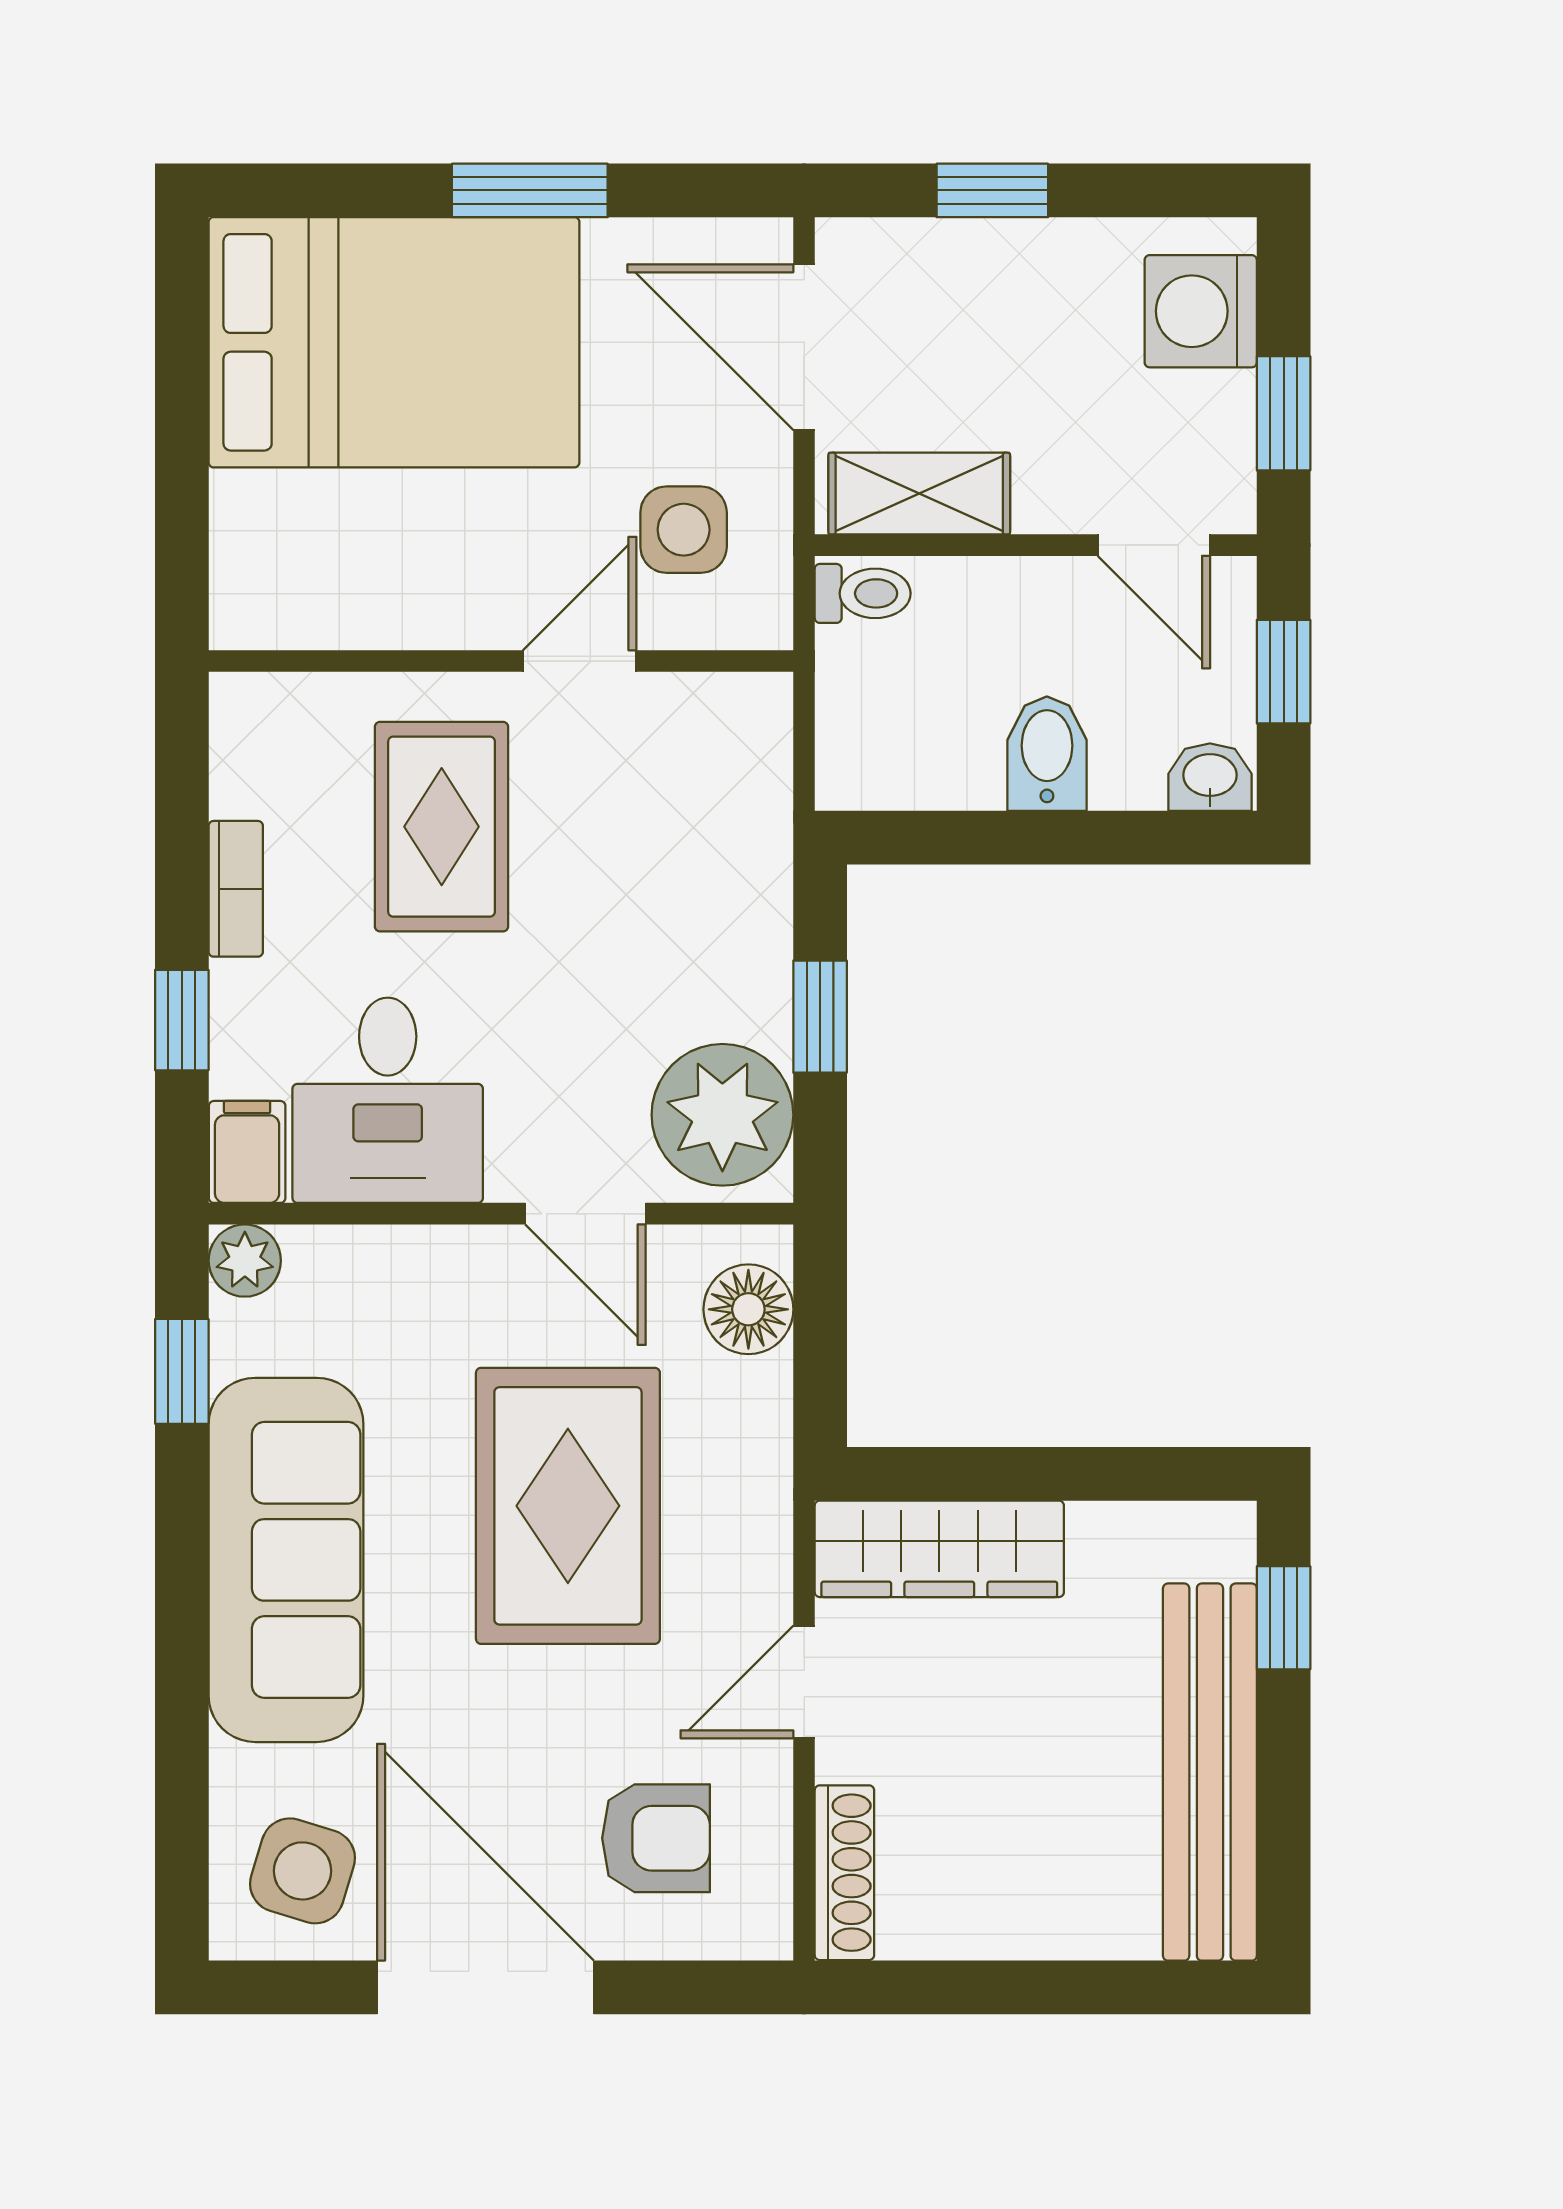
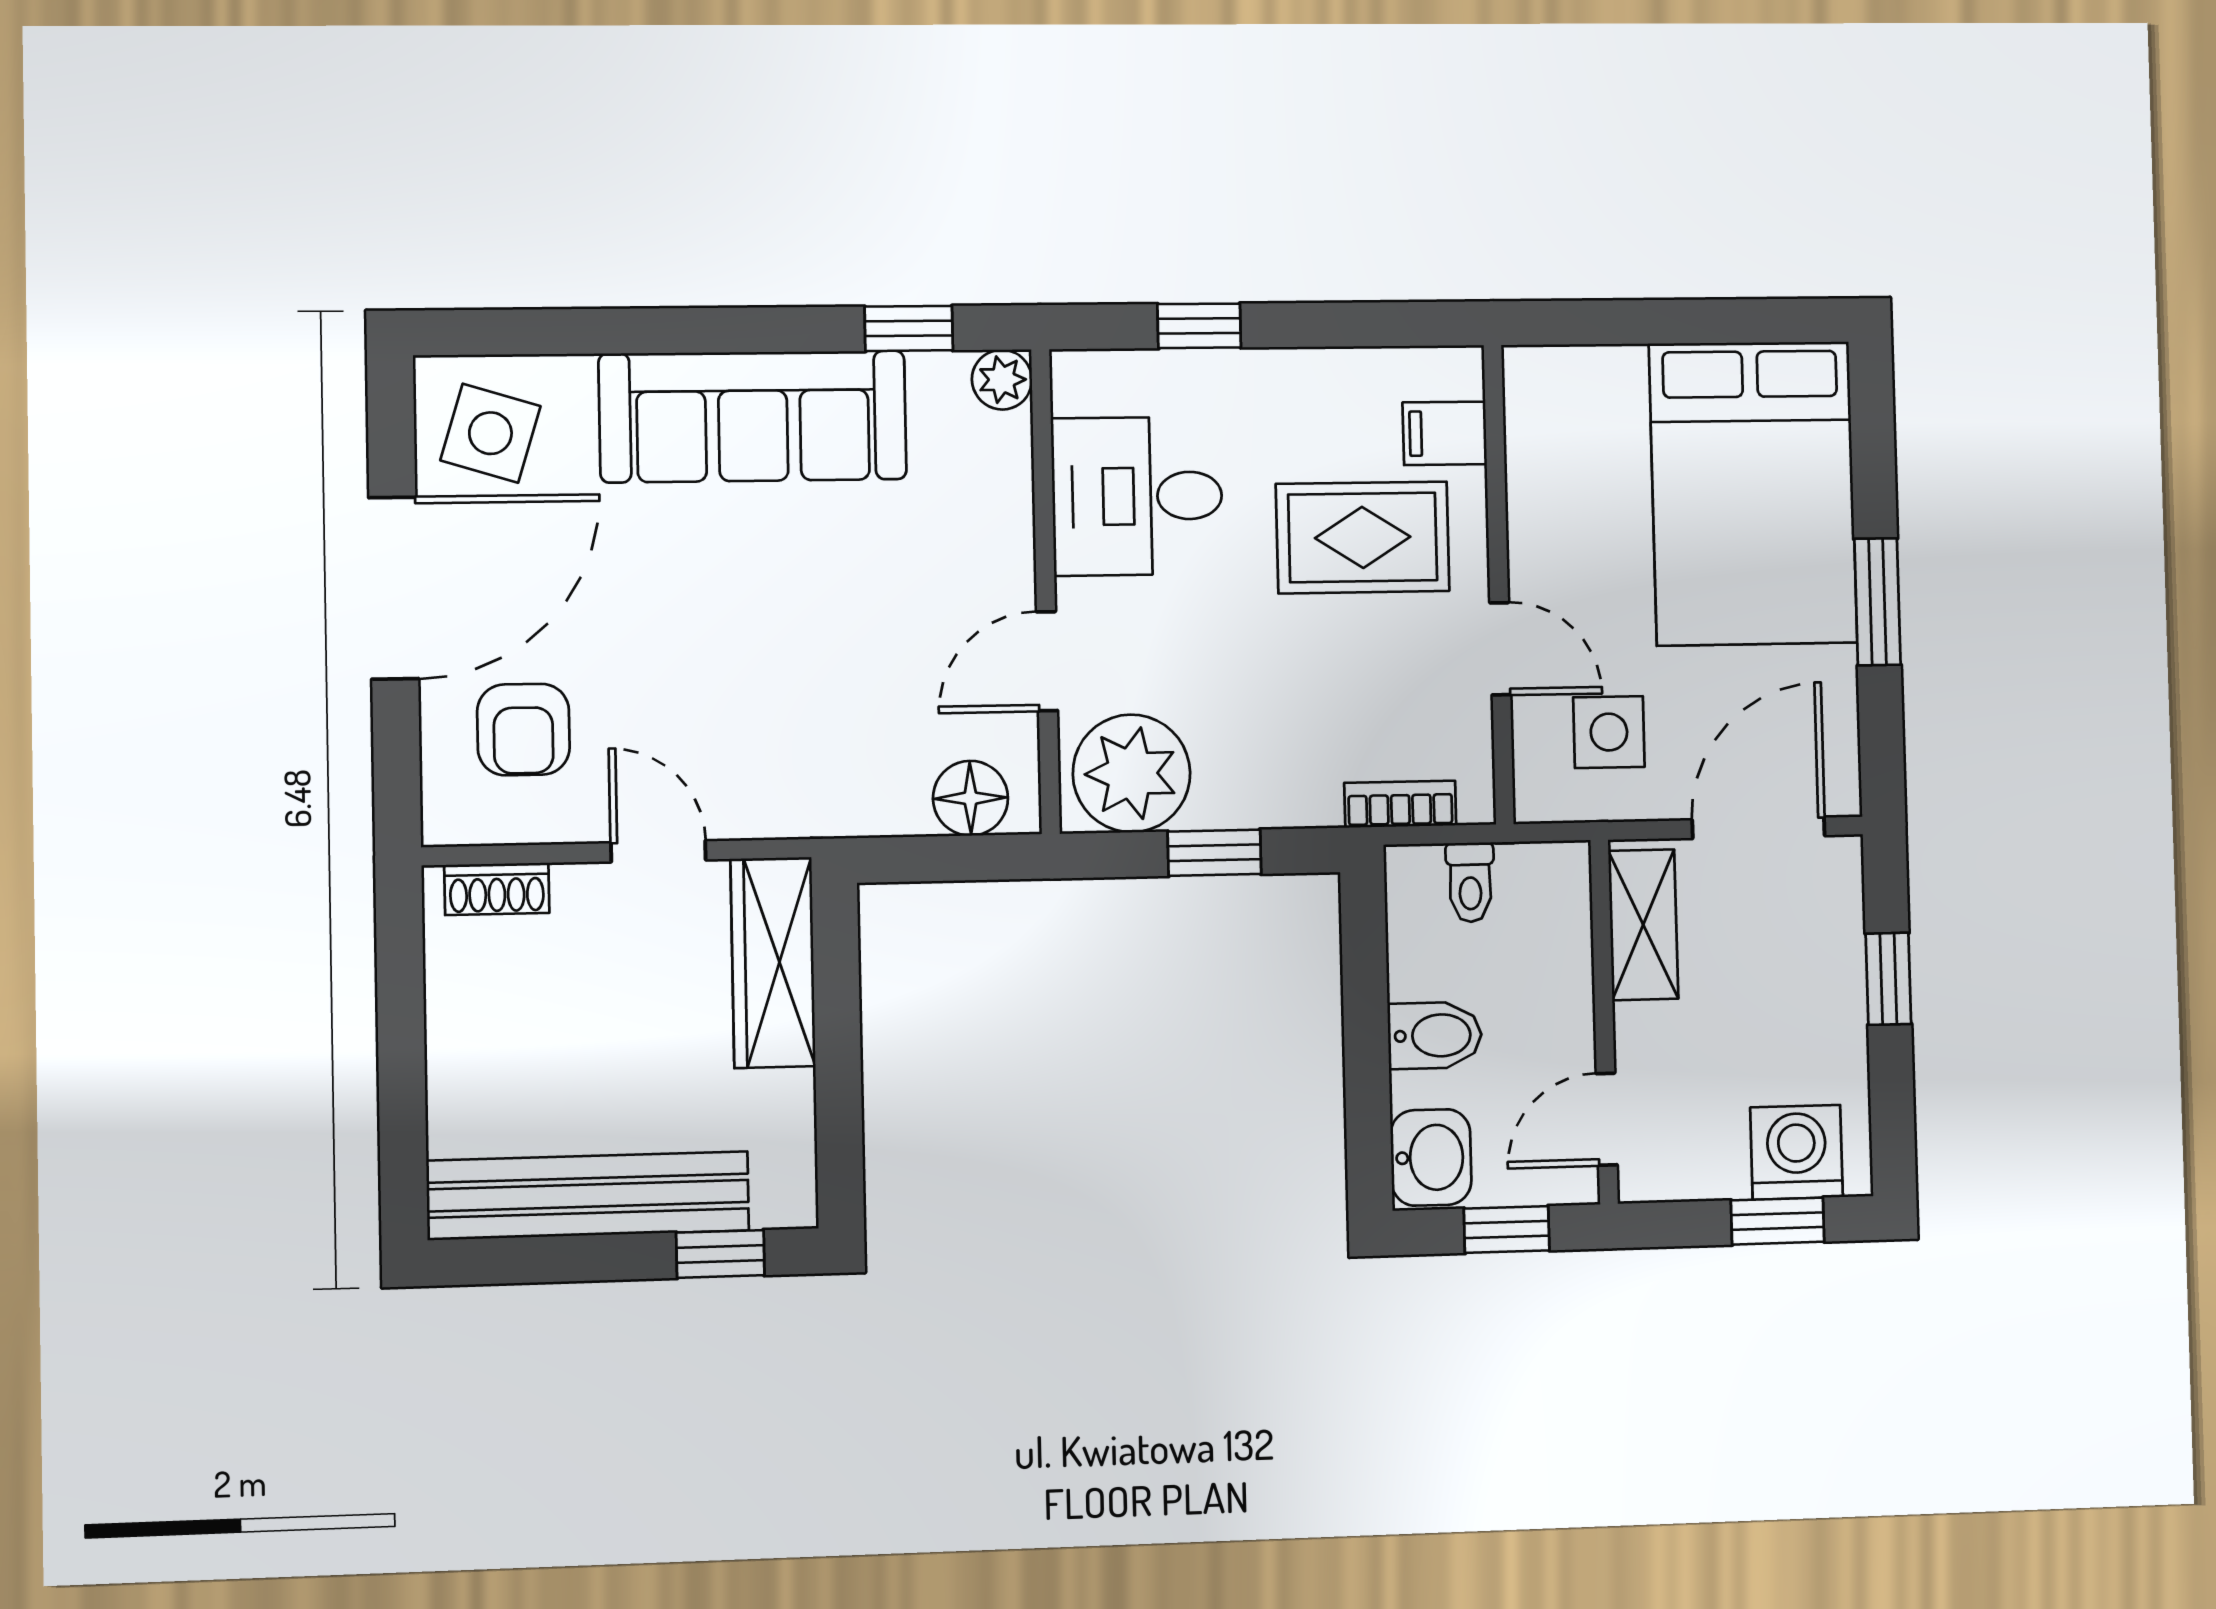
window: (1284, 413) -> (1778, 1221), moved
toilet: (863, 593) -> (1470, 882), moved
washbasin: (1210, 777) -> (1431, 1157), width x1.38, depth x1.45
bookcase: (236, 889) -> (1400, 804), moved, turned 180
filing cabinet: (247, 1152) -> (1445, 433), moved, turned 180
rug: (568, 1506) -> (803, 651), removed
shoe rack: (844, 1873) -> (497, 889), width x0.70

